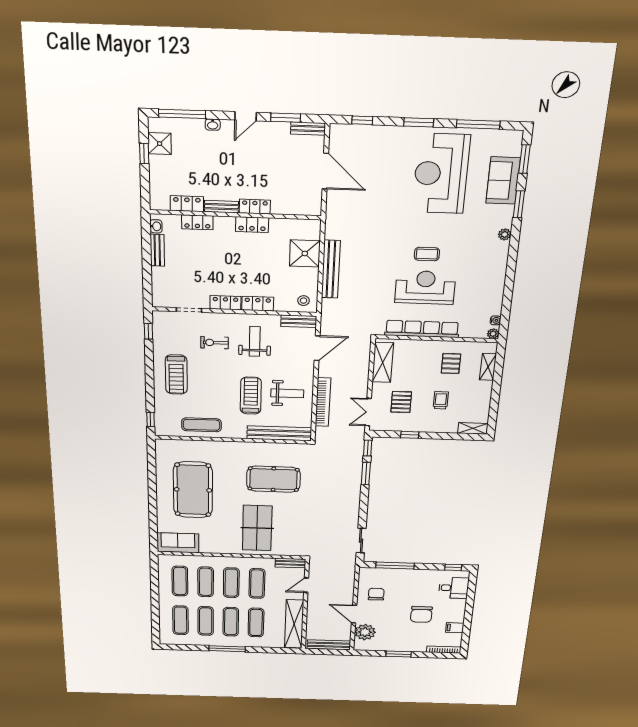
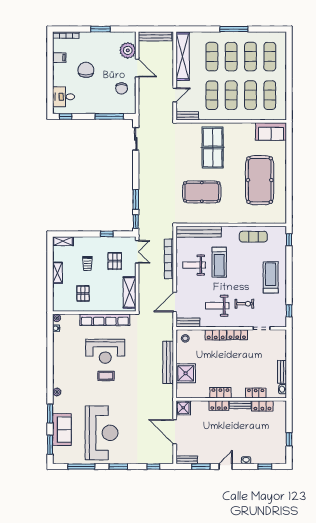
window: (182, 114) -> (265, 467), width x0.46
shower: (160, 144) -> (183, 408), moved
weight bench: (255, 341) -> (217, 306), turned 90
shelving: (488, 367) -> (57, 273), moved

